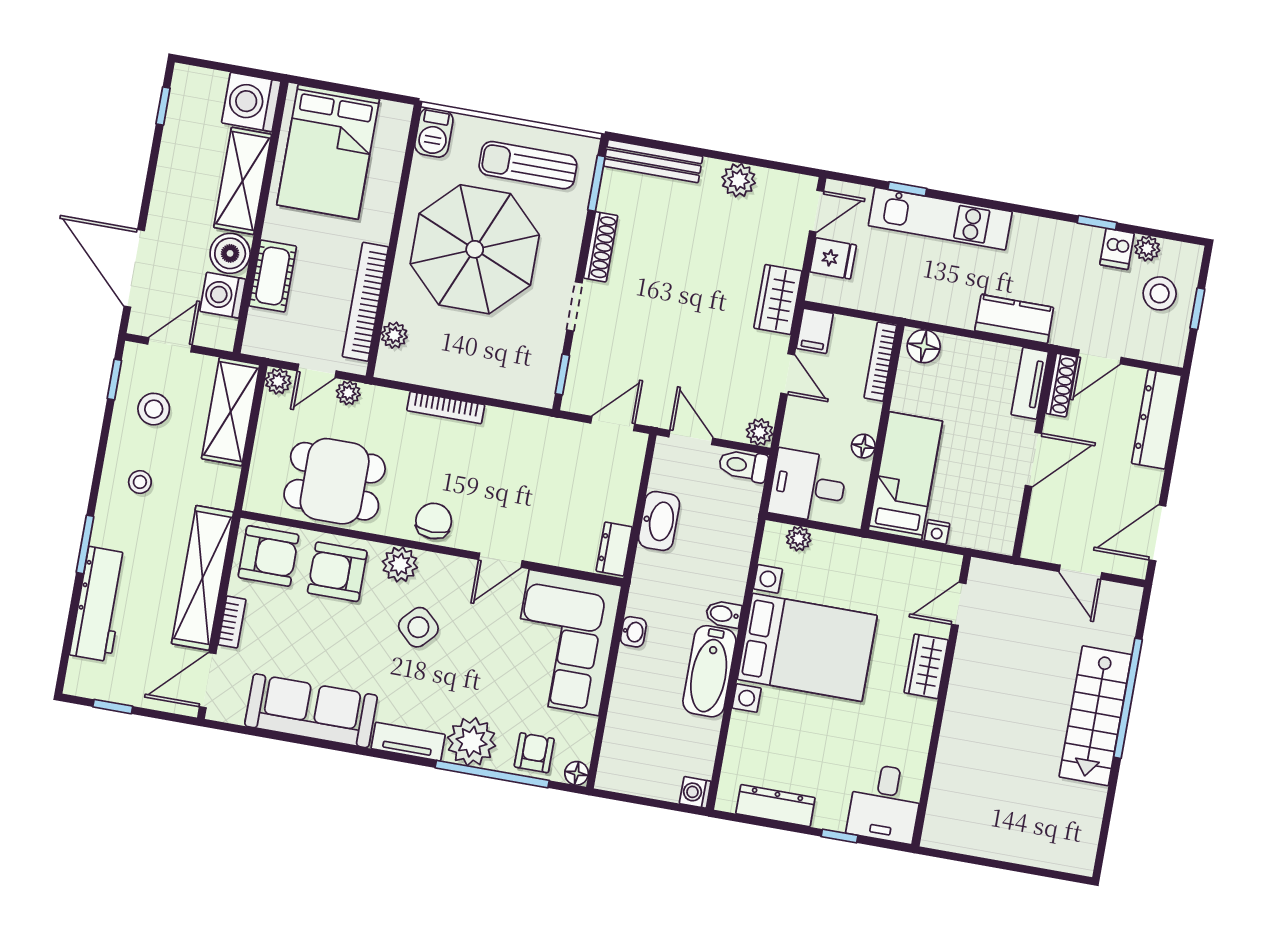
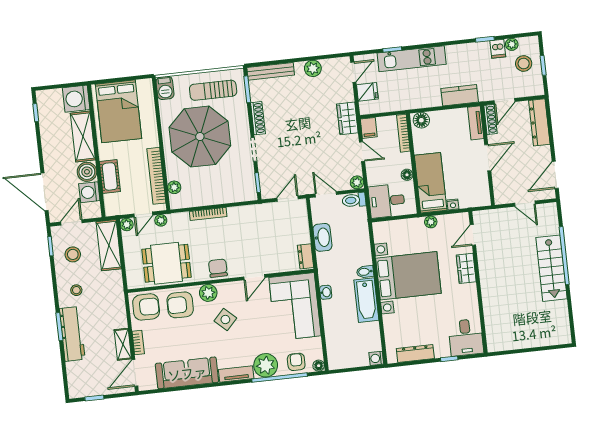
plant: (799, 539) -> (431, 222), moved
shelving: (203, 578) -> (123, 344), width x0.45, depth x0.75
workbench: (99, 604) -> (72, 334), moved

